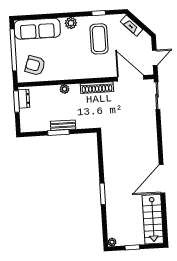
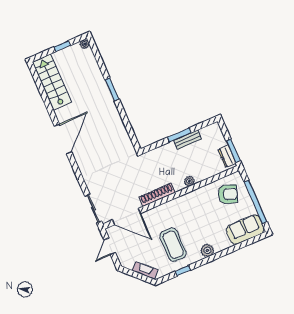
sofa: (37, 29) -> (245, 230), width x0.73
bench: (63, 125) -> (188, 140), moved
door: (162, 179) -> (63, 139), moved

